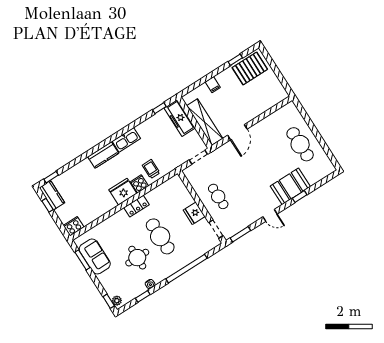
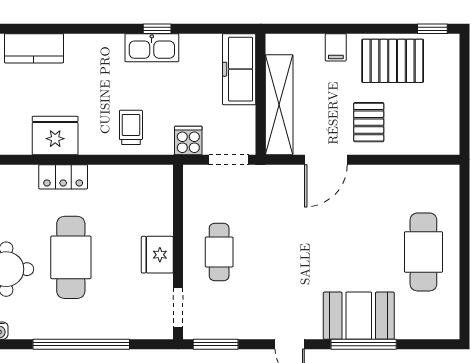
window: (235, 60) -> (432, 29), moved
pallet: (250, 68) -> (393, 61), moved
pallet: (245, 106) -> (369, 122), added
window: (159, 108) -> (157, 29), moved
kitchen sink: (126, 140) -> (152, 48), moved
kitchen counter: (103, 155) -> (34, 48), moved
cooker: (139, 184) -> (188, 140), moved
window: (300, 196) -> (364, 344), width x2.17

